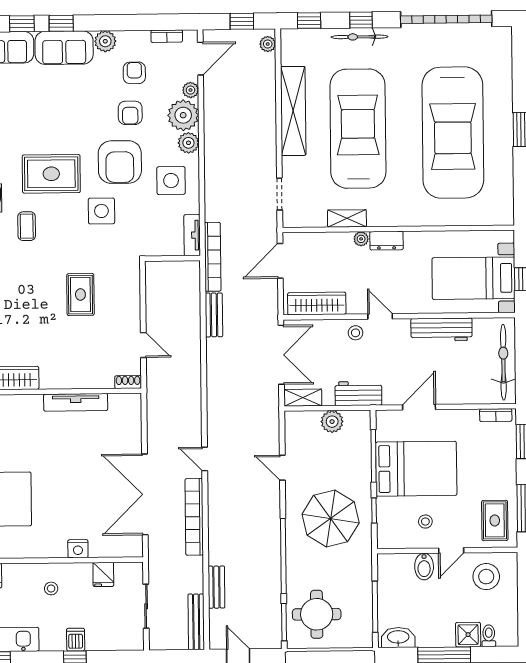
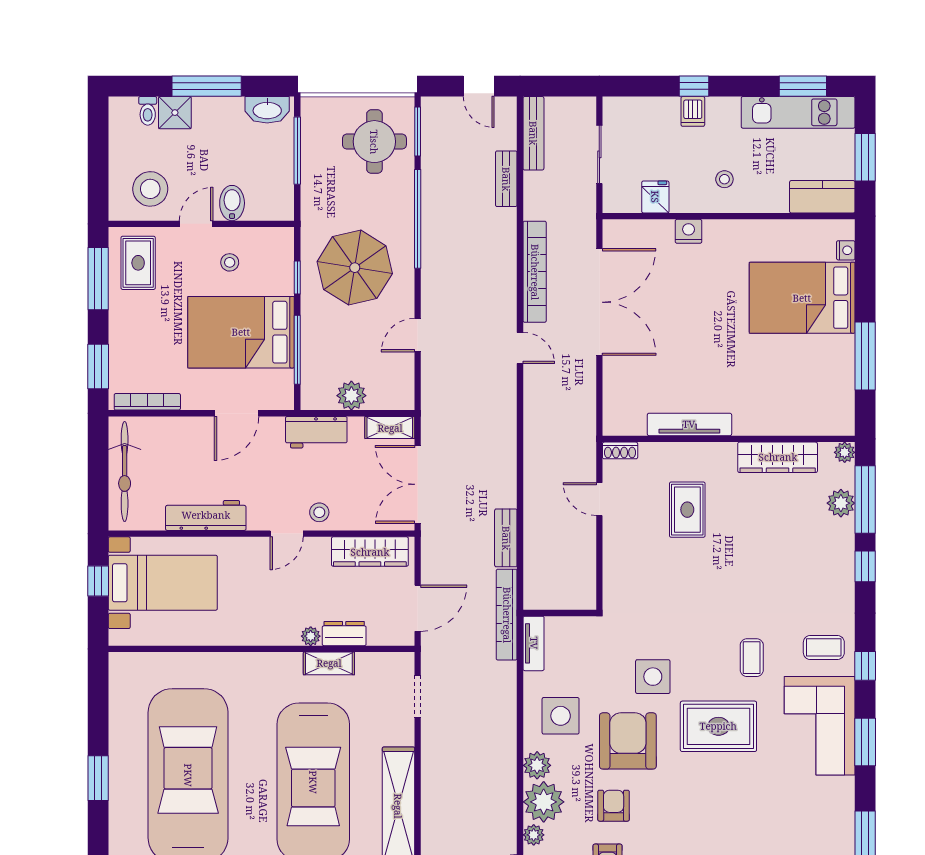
dresser: (386, 241) -> (344, 634), moved
rug: (80, 295) -> (687, 510), moved
door: (380, 316) -> (287, 534), hinge flipped
bookcase: (496, 415) -> (147, 402), width x1.56
door: (282, 468) -> (418, 335), swing flipped

